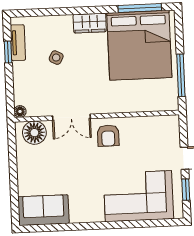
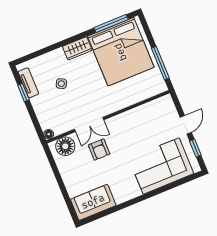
armchair: (108, 136) -> (99, 150), moved

